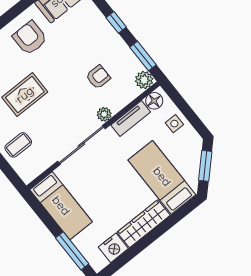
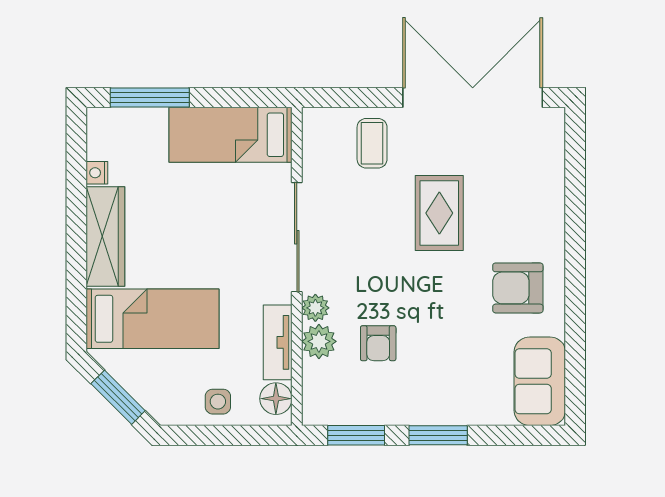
window: (116, 22) -> (438, 435), width x1.50
armchair: (30, 38) -> (518, 288), turned 180
plant: (144, 80) -> (319, 341), moved
nightstand: (113, 248) -> (97, 173), width x0.53, depth x0.56

